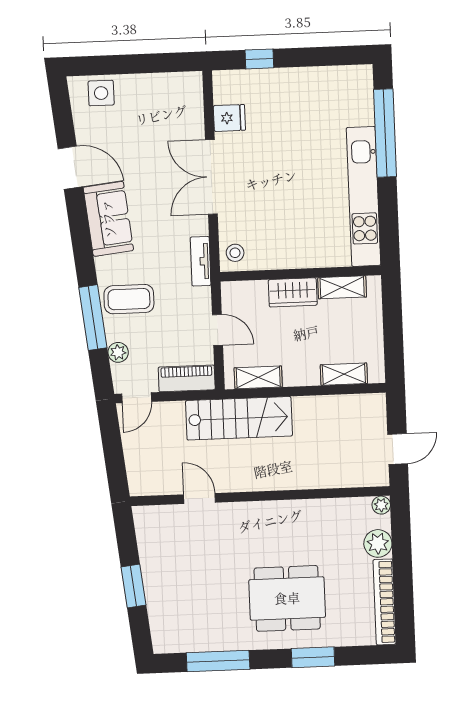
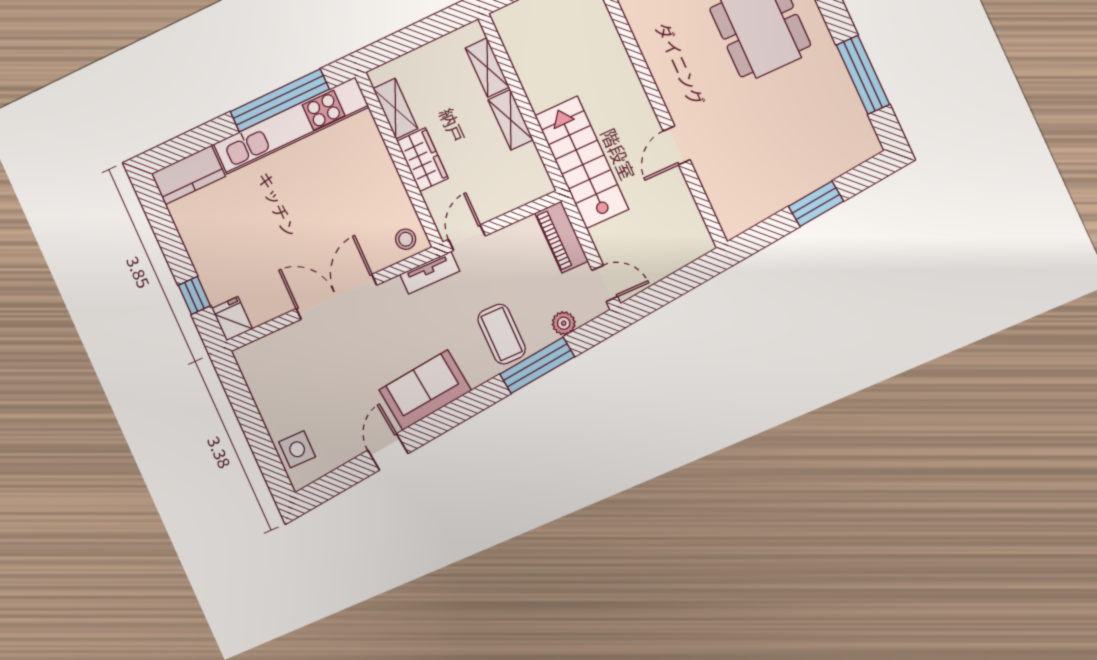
kitchen counter: (359, 95) -> (188, 175), added
fridge: (229, 118) -> (232, 319), moved
window: (385, 133) -> (280, 100), moved
door: (70, 168) -> (388, 452), width x0.73
double door: (211, 177) -> (336, 297), swing flipped
door: (218, 330) -> (467, 238), moved
shelving: (258, 377) -> (511, 120), moved
door: (200, 498) -> (677, 145), moved

